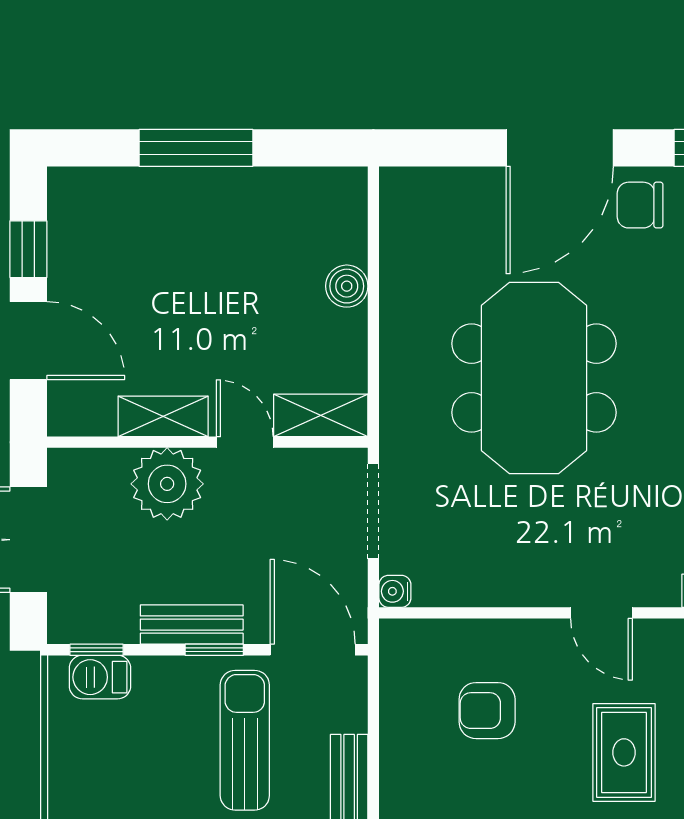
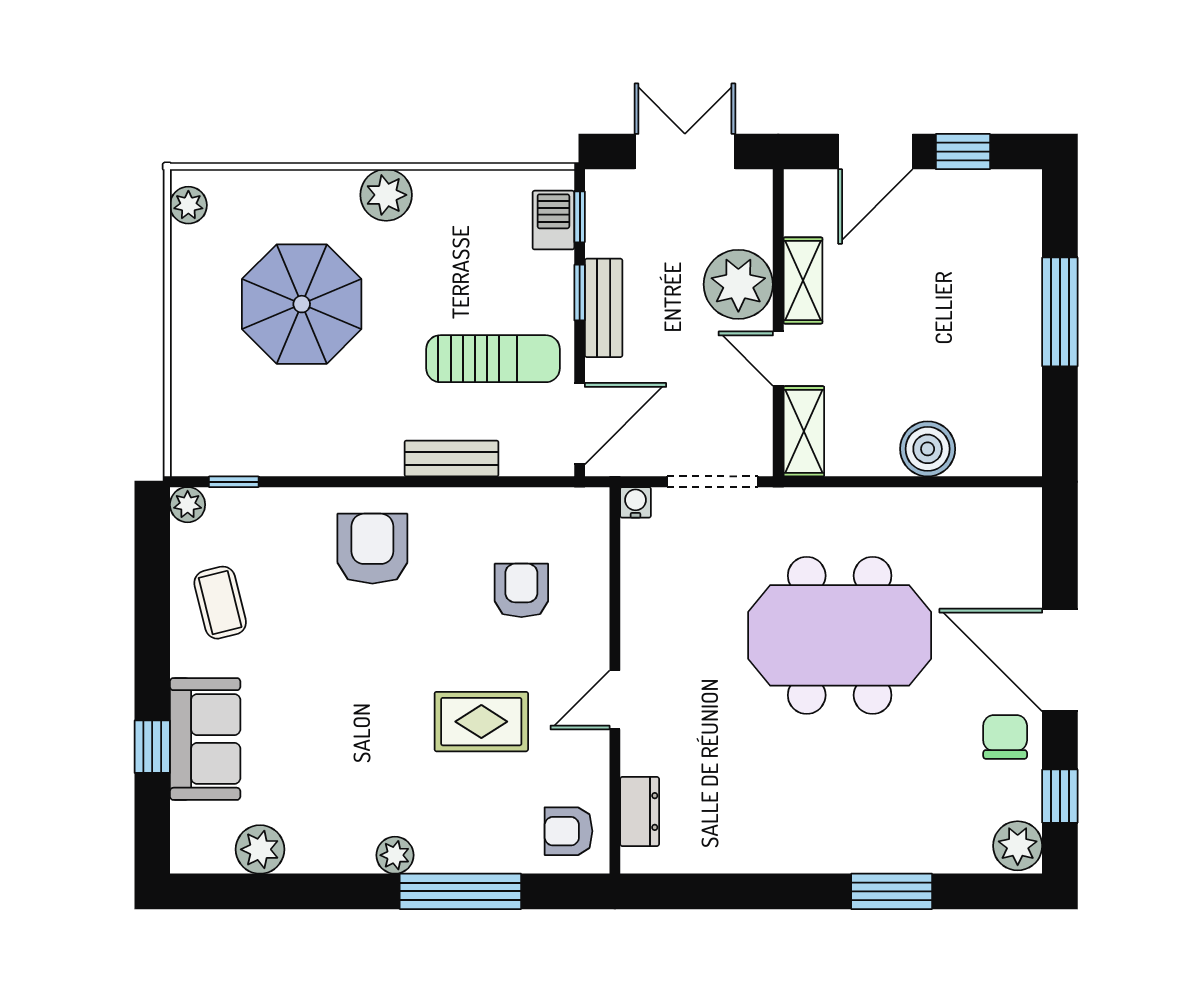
boiler: (347, 286) -> (928, 449), width x1.36, depth x1.36
door: (245, 442) -> (778, 359), swing flipped
window: (214, 650) -> (580, 293), moved

